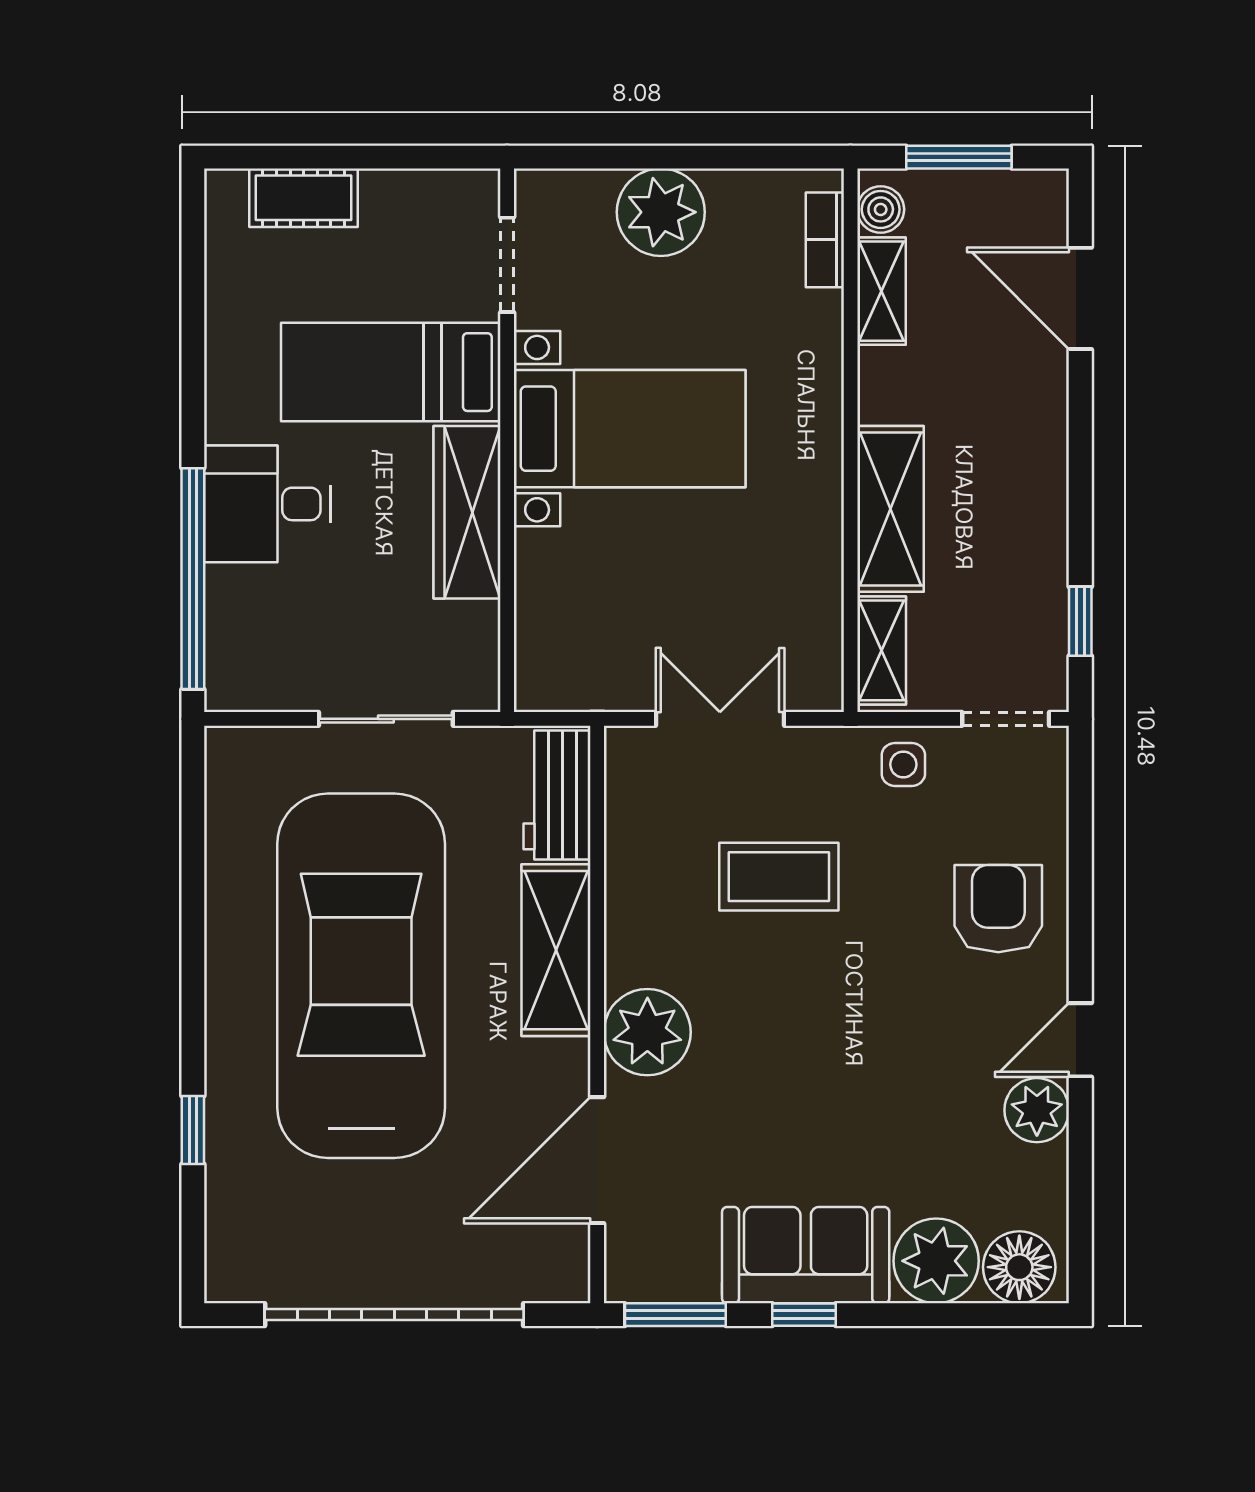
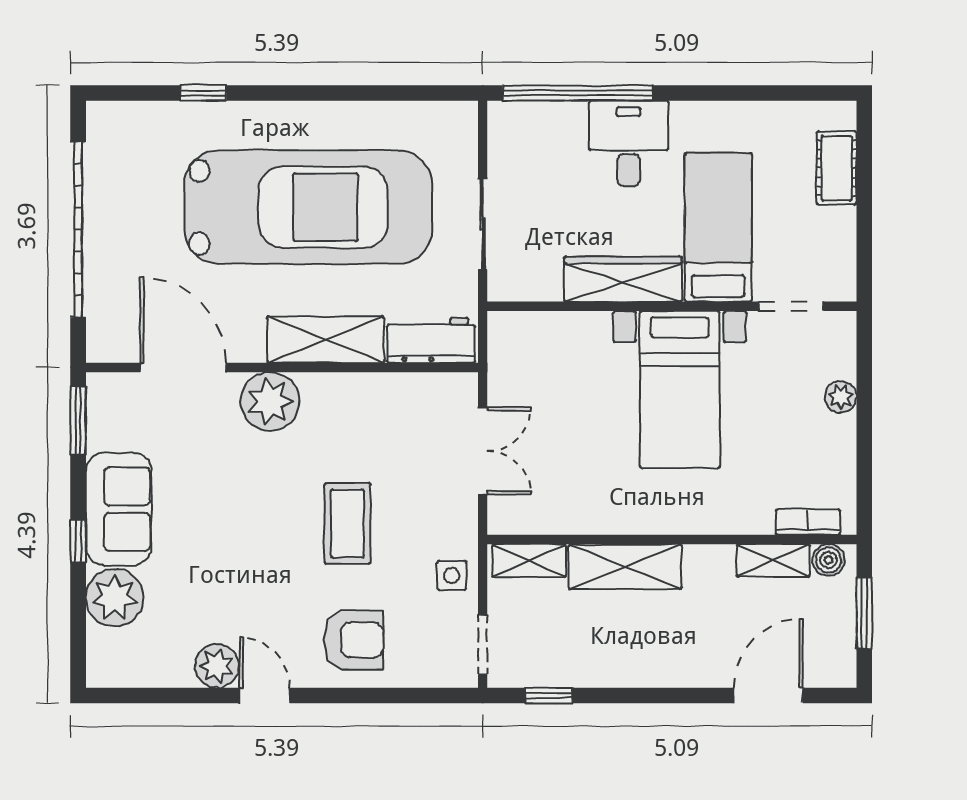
plant: (661, 212) -> (841, 397), width x0.53, depth x0.53
coffee table: (779, 877) -> (347, 523), moved
floor lamp: (1019, 1267) -> (110, 654), removed
window: (804, 1315) -> (78, 541), moved

